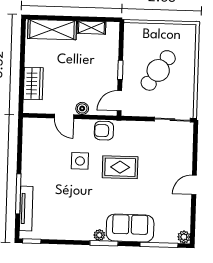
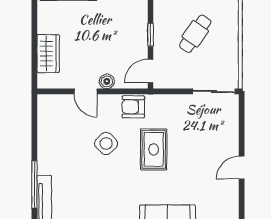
cafe table: (158, 70) -> (195, 34), width x0.73, depth x0.74
side table: (80, 161) -> (106, 143), turned 45
rug: (120, 167) -> (154, 149), turned 90

